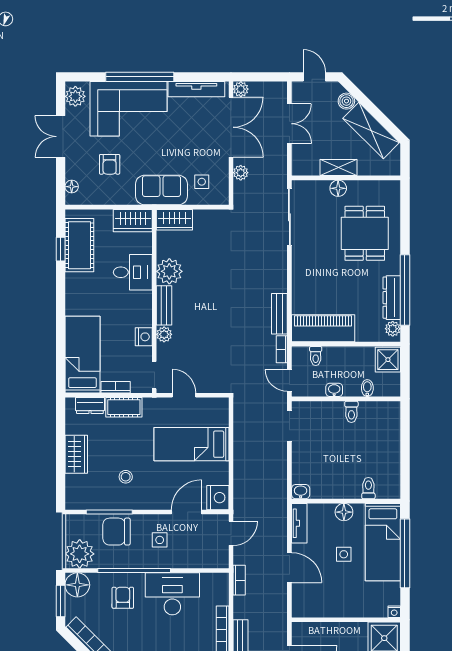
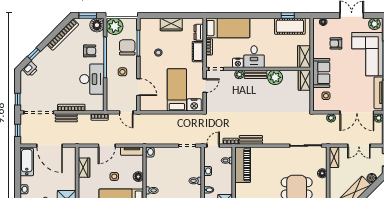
shelving: (339, 167) -> (334, 157), moved
desk: (133, 272) -> (254, 57), moved
nightstand: (218, 498) -> (194, 105), moved
wardrobe: (328, 608) -> (84, 168), added

